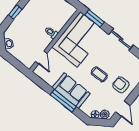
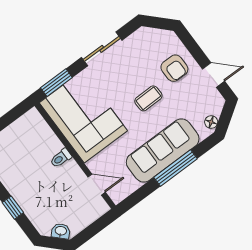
armchair: (121, 85) -> (174, 68), turned -90
sofa: (71, 91) -> (163, 150), width x1.36
plant: (105, 114) -> (215, 107), removed

